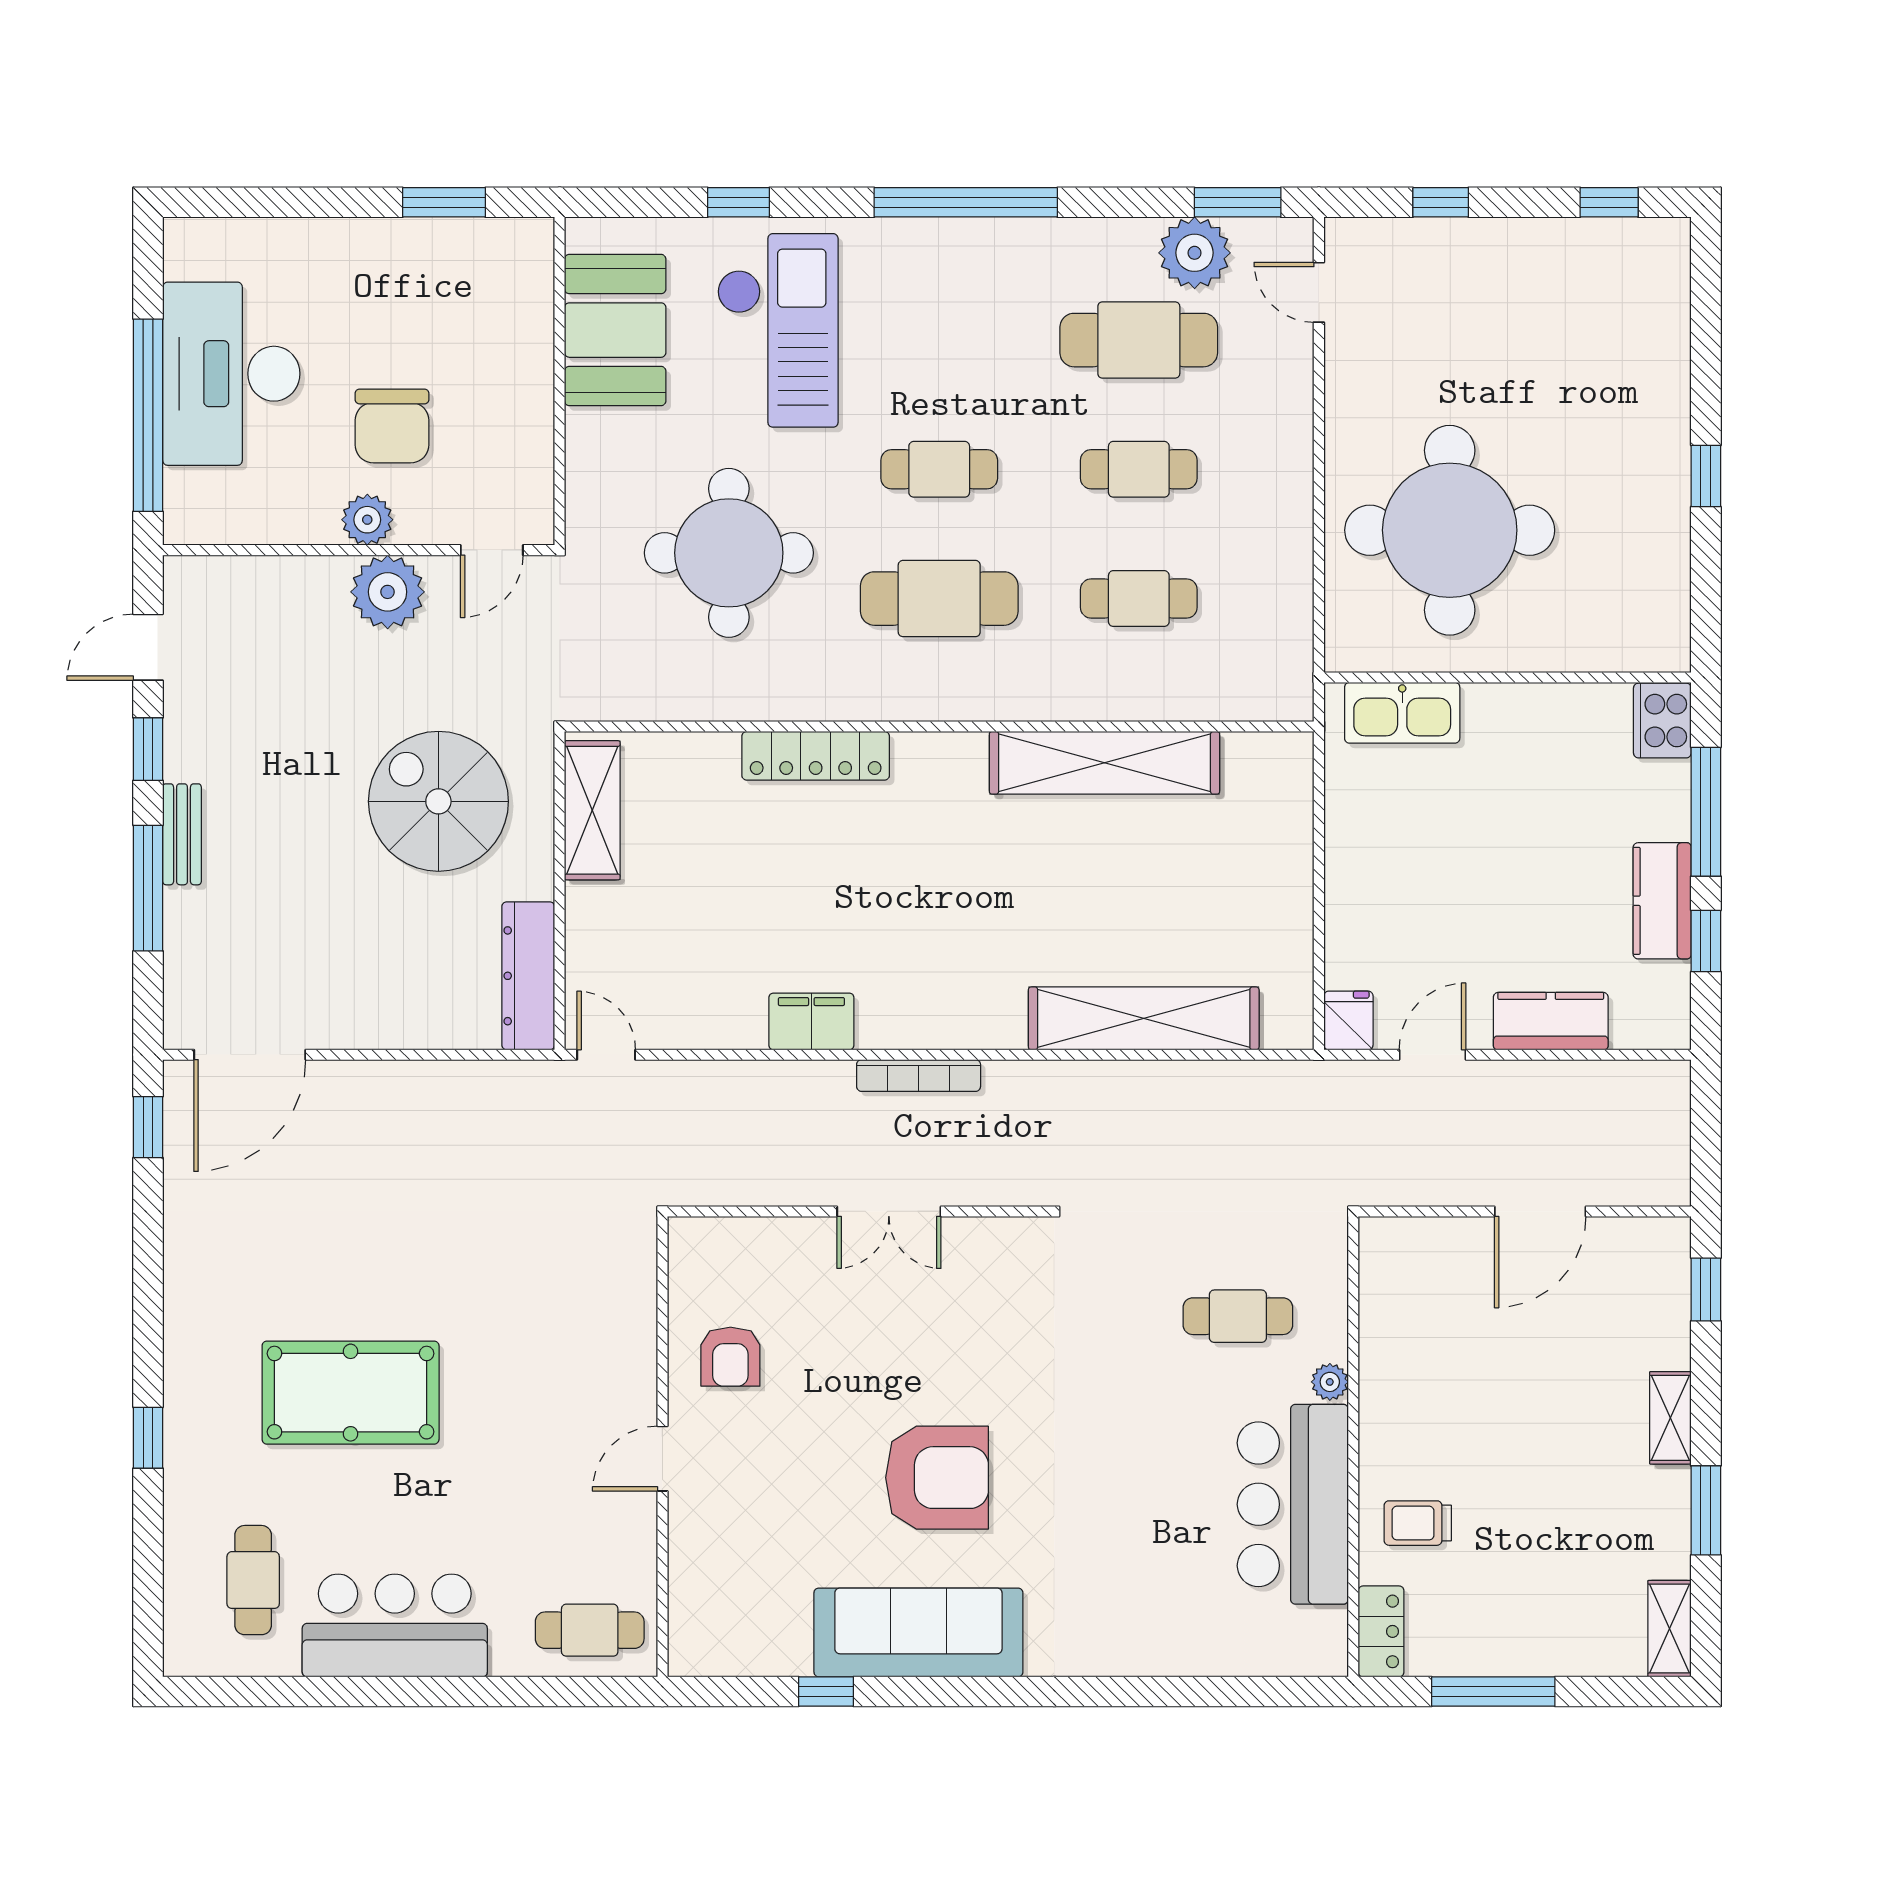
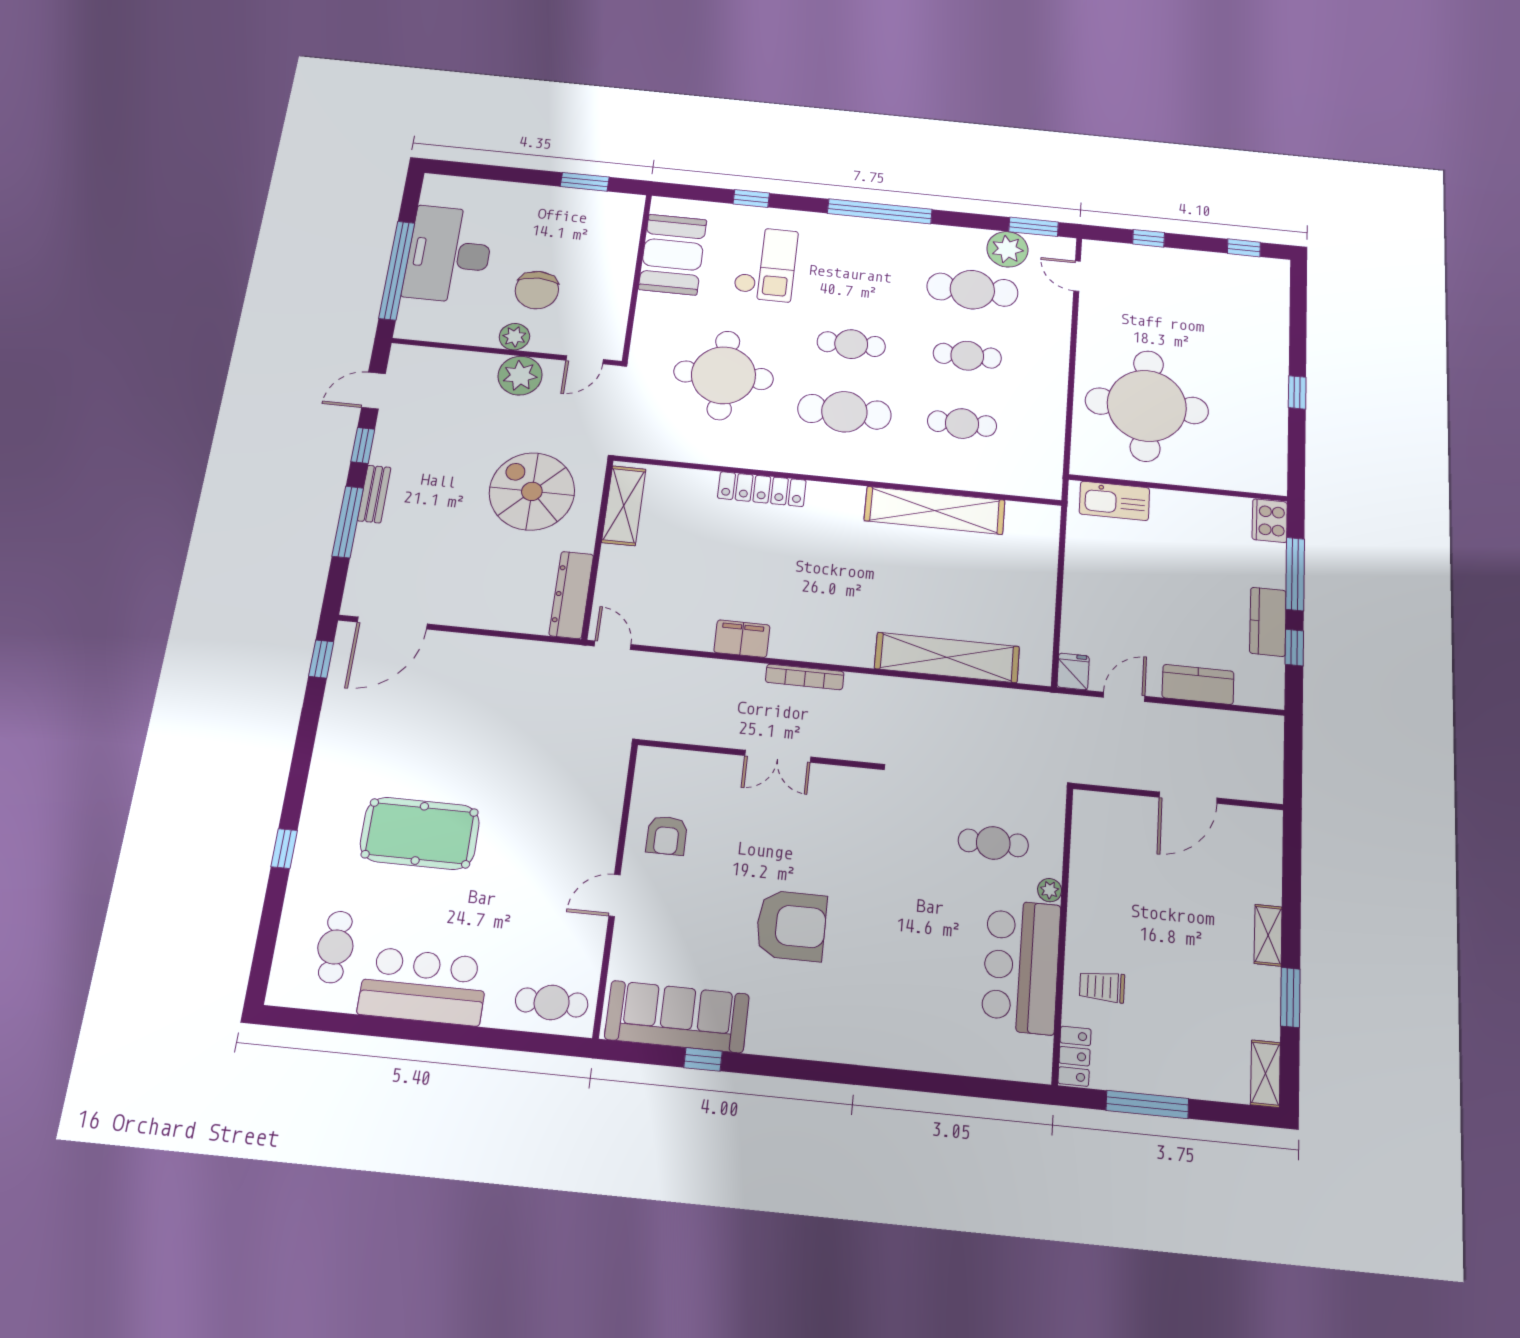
checkout: (778, 330) -> (766, 264), width x0.73, depth x0.83
window: (1706, 1290) -> (1292, 856), removed
sofa: (918, 1632) -> (677, 1017), moved

